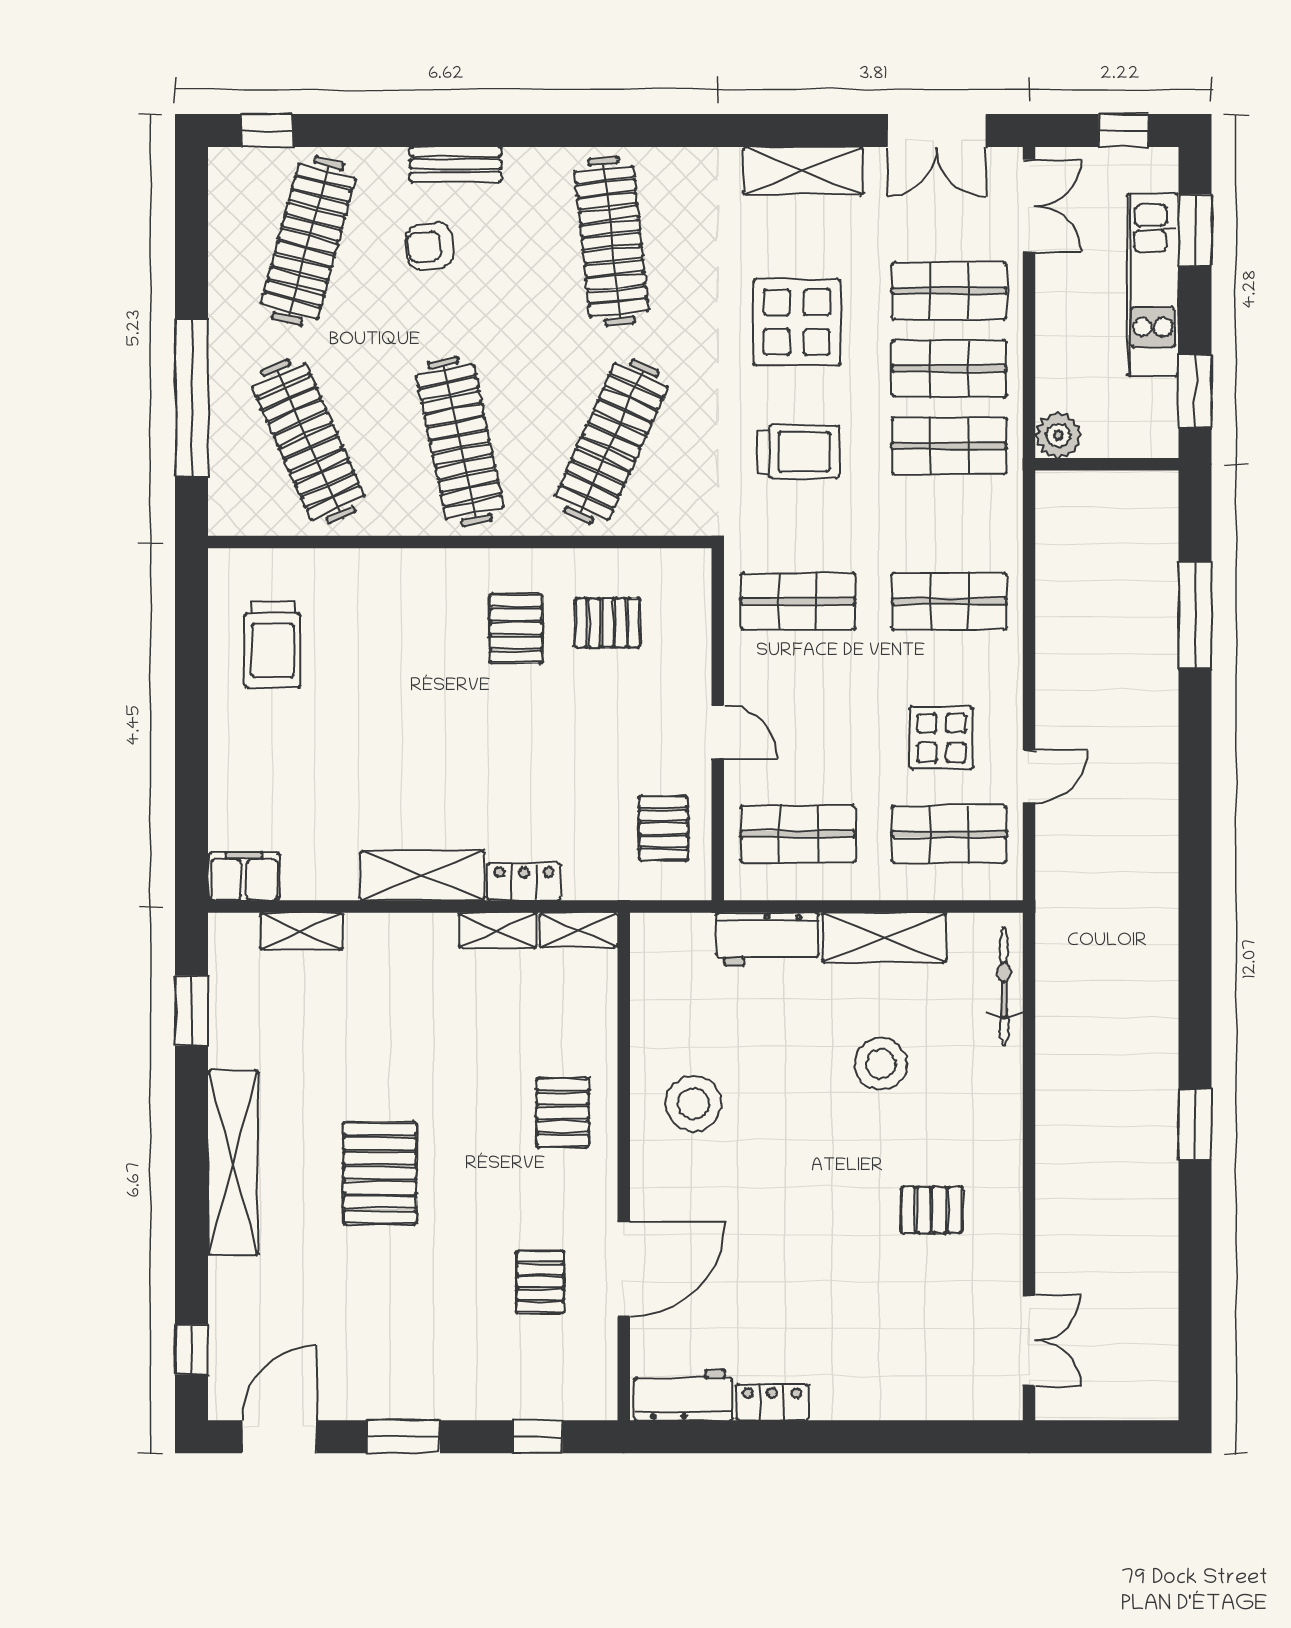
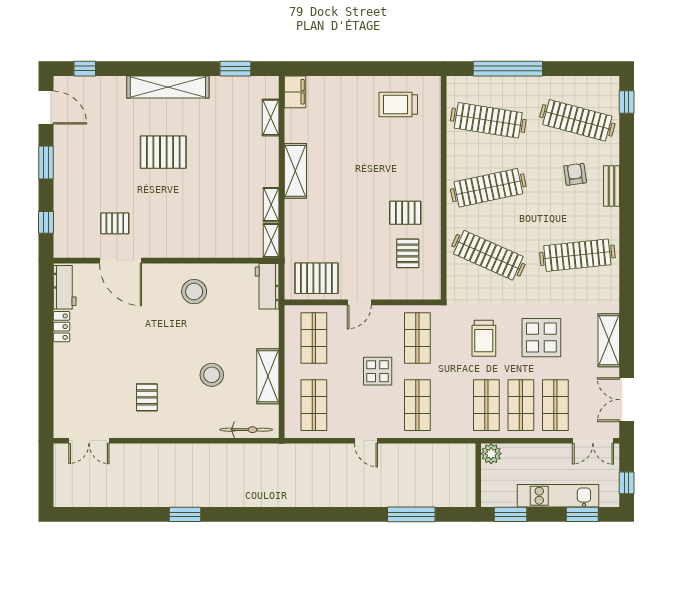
clothes rail: (308, 441) -> (488, 120), turned 33
display table: (942, 738) -> (378, 371), moved
door: (1029, 776) -> (366, 441), moved
pallet: (663, 828) -> (316, 278), width x1.50, depth x1.42
locker: (524, 882) -> (293, 216), removed
workbench: (767, 939) -> (267, 286), moved
pallet: (563, 1113) -> (190, 233), removed

